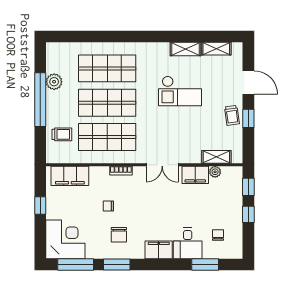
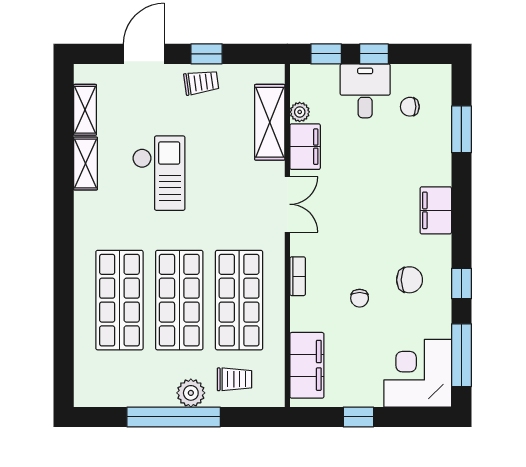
plant: (54, 82) -> (191, 393), moved
trolley: (62, 134) -> (234, 379), turned 90
shelving: (216, 157) -> (270, 122), width x1.50, depth x1.33
desk: (188, 243) -> (365, 91), moved, turned -90
window: (117, 264) -> (461, 284), width x0.67

